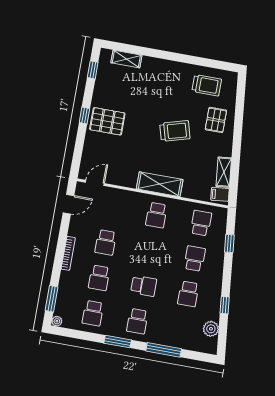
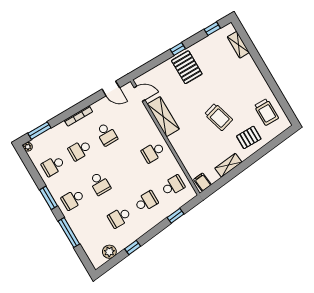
shelving: (224, 172) -> (228, 165), moved
shelving: (160, 184) -> (163, 117), moved
school desk: (106, 242) -> (107, 134), turned -90

